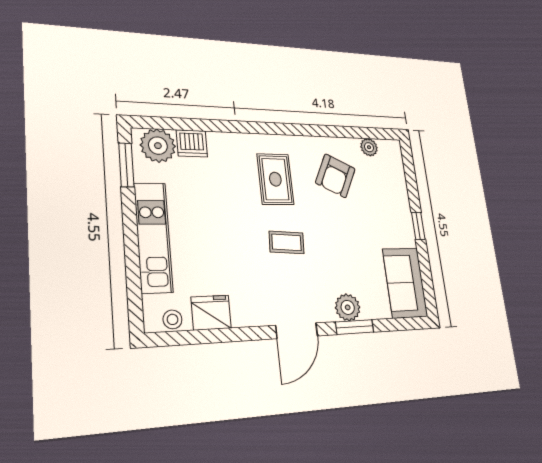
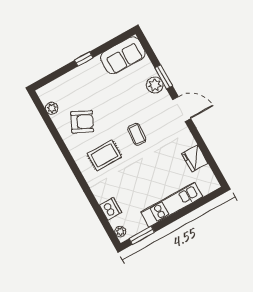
plant: (158, 146) -> (120, 232), width x0.53, depth x0.53
stool: (172, 319) -> (208, 176), removed

